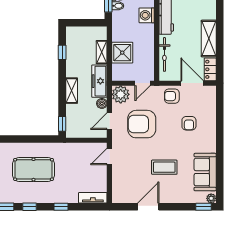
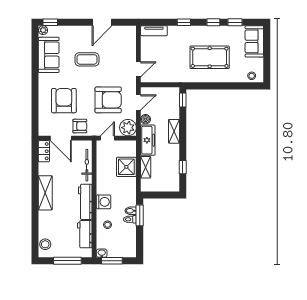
shelving: (209, 39) -> (45, 193), moved
armchair: (189, 123) -> (64, 101), width x1.88, depth x1.88

